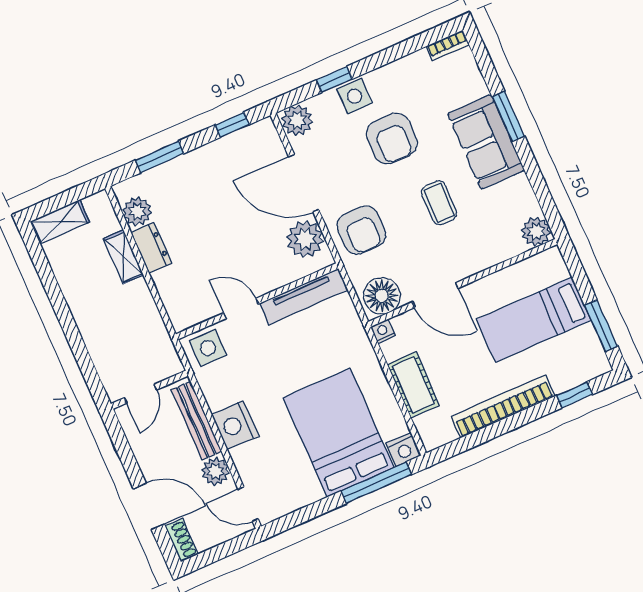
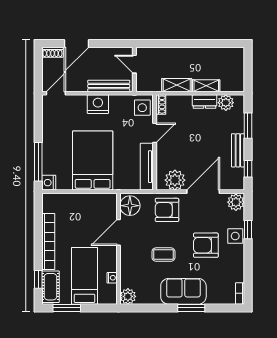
bench: (208, 155) -> (238, 150), added
shelving: (60, 222) -> (177, 85), moved, turned 90
shoe rack: (189, 319) -> (161, 105), added
nightstand: (383, 331) -> (112, 278), moved
cot: (413, 385) -> (50, 287), moved, turned 90
bed: (338, 433) -> (93, 161), moved, turned -90
plant: (216, 471) -> (79, 84), removed

